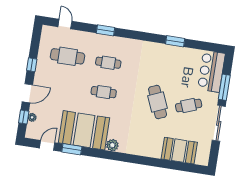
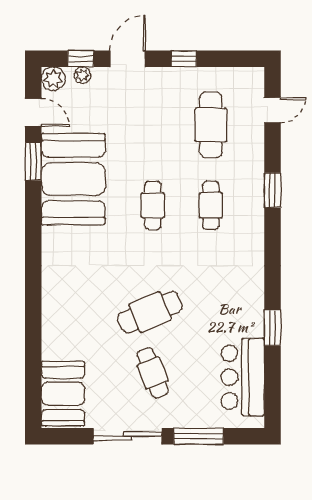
bar counter: (211, 71) -> (243, 377), moved, turned -90
door: (27, 93) -> (128, 59), swing flipped
plant: (112, 145) -> (53, 79), moved
booth: (179, 151) -> (63, 394), moved

